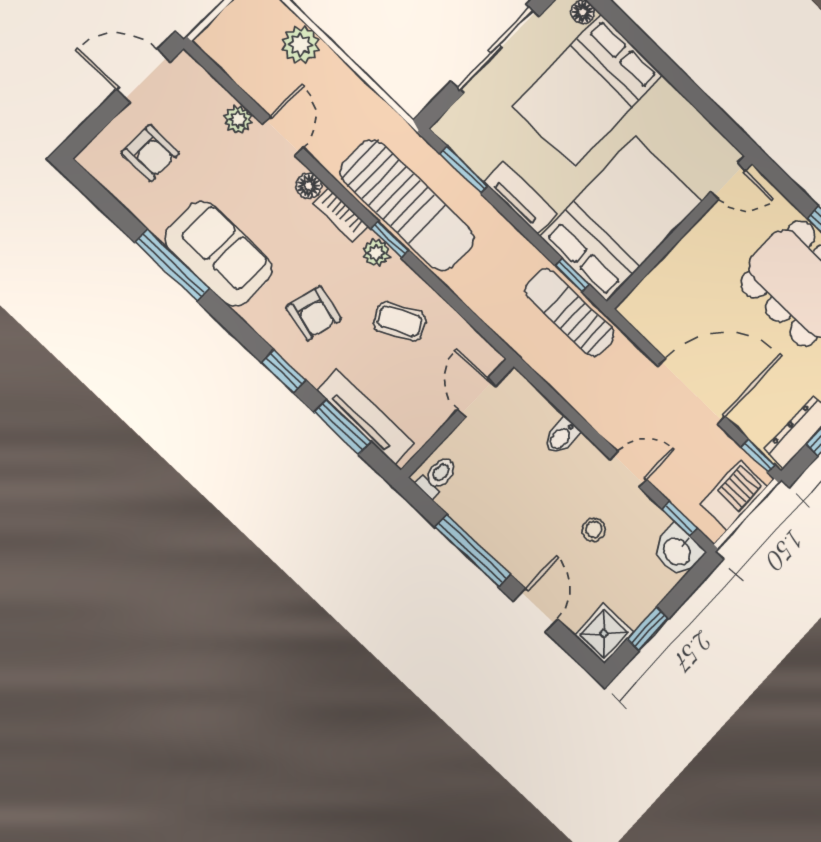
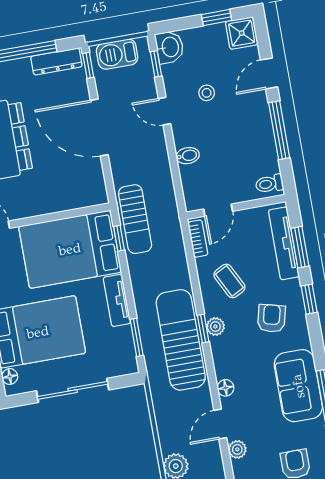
bookcase: (341, 214) -> (198, 239), moved

